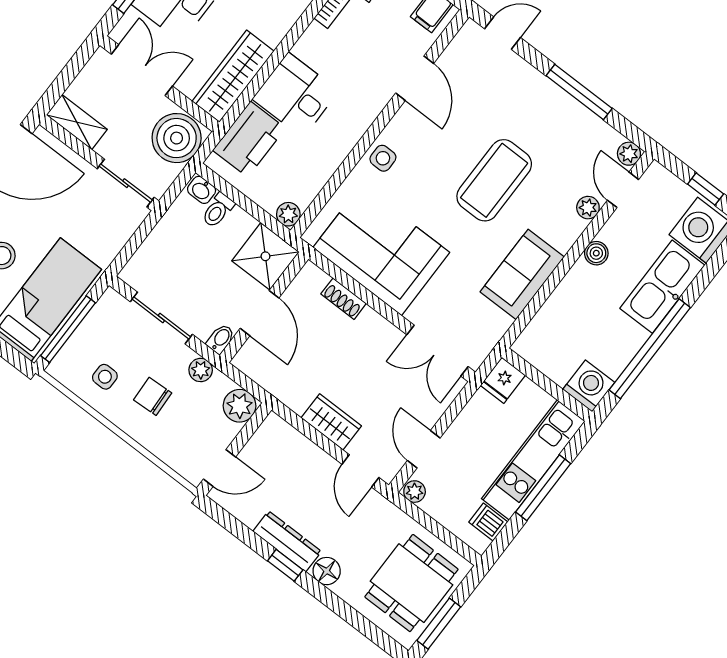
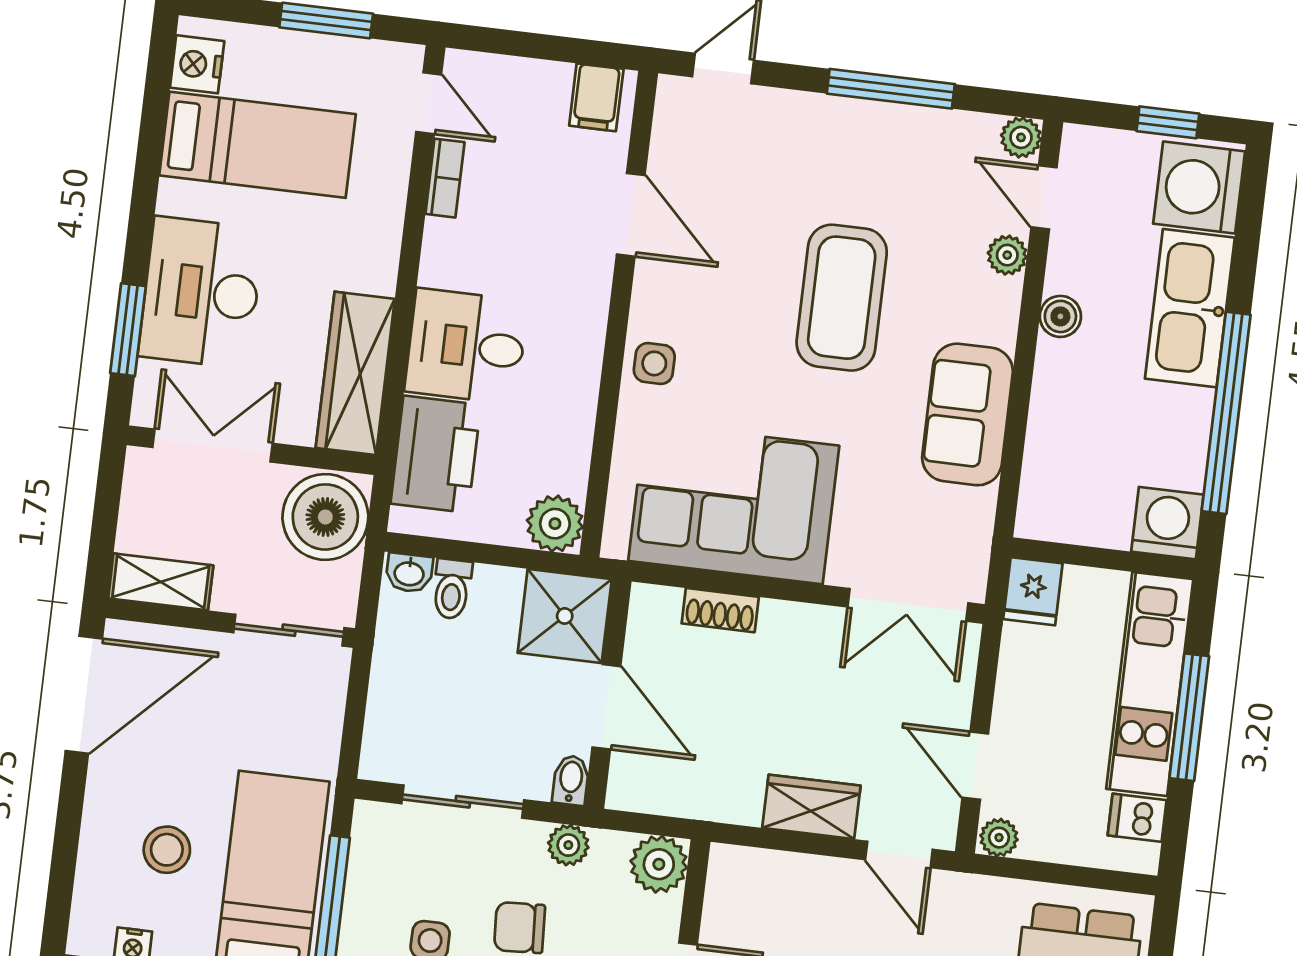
plant: (288, 214) -> (555, 524), width x1.38, depth x1.38

